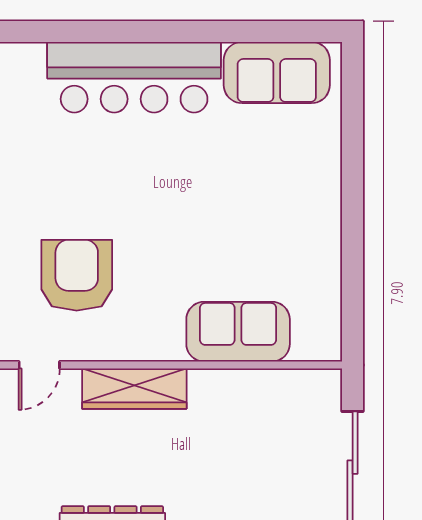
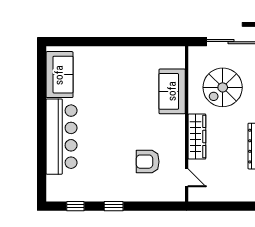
armchair: (77, 275) -> (148, 162), width x0.73, depth x0.73
spiral stairs: (247, 448) -> (223, 87), added

